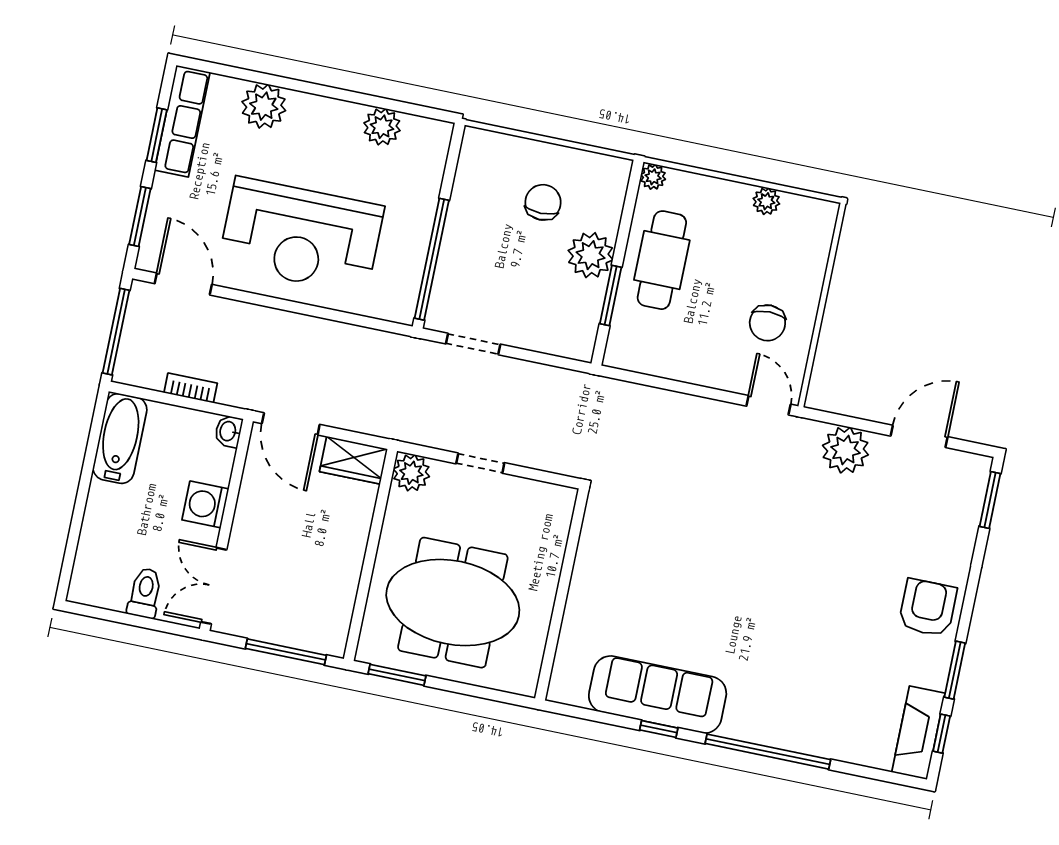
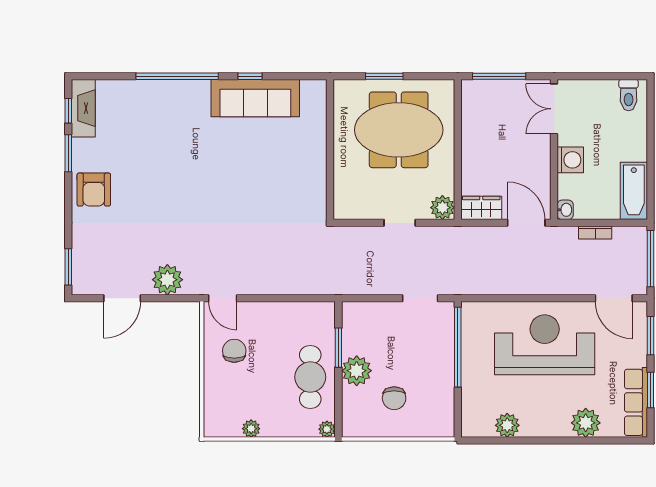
double door: (214, 586) -> (554, 109), swing flipped
toilet: (145, 593) -> (629, 95), moved
window: (397, 675) -> (384, 76), moved

